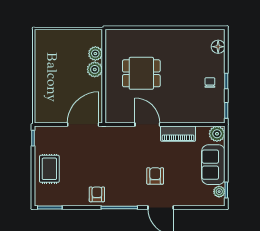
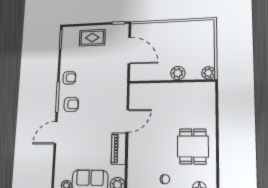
plant: (95, 54) -> (209, 73), moved
dining table: (141, 73) -> (193, 146), moved
door: (83, 124) -> (129, 51), moved
armchair: (155, 176) -> (71, 104), moved

